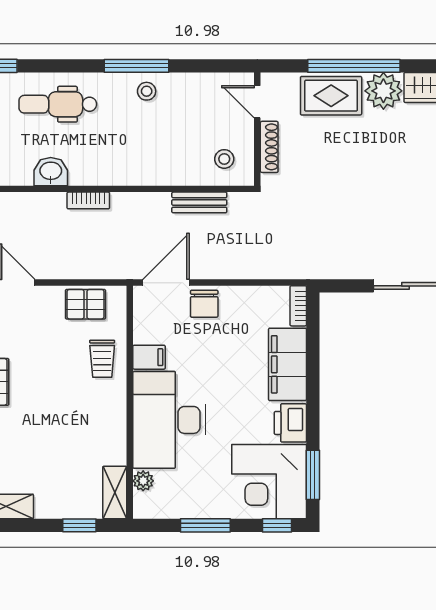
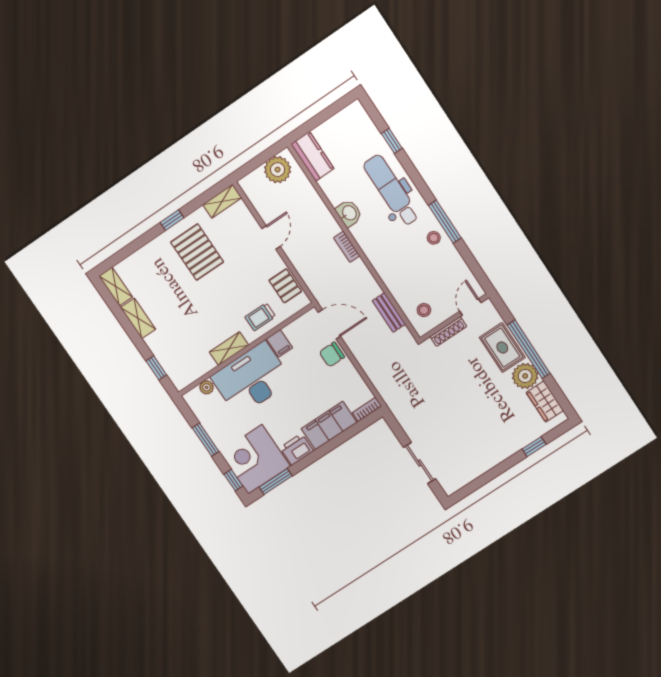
dental chair: (58, 104) -> (391, 190), width x1.36, depth x1.38
shelving: (115, 492) -> (229, 349), moved

